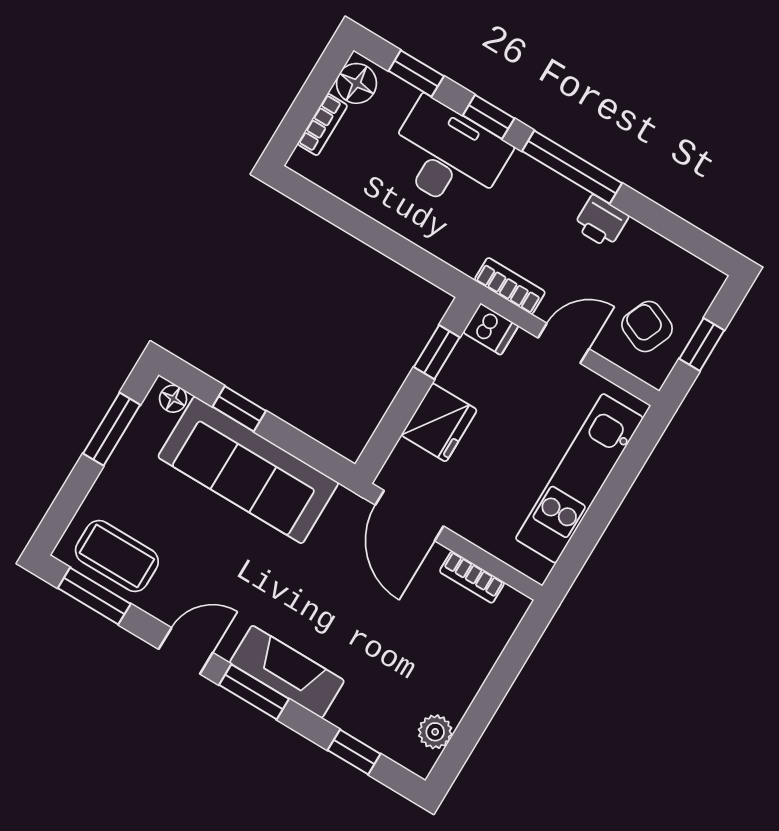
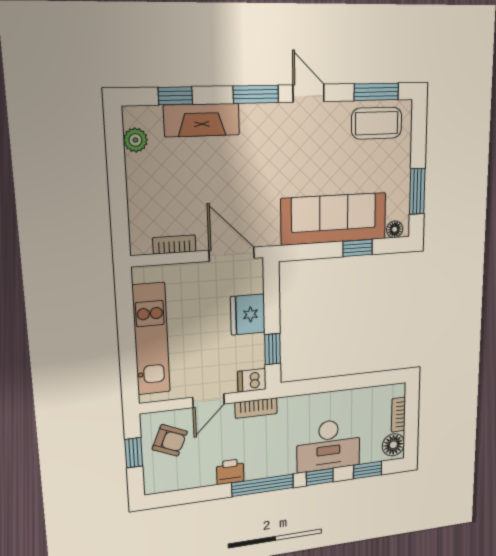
door: (186, 651) -> (309, 93), swing flipped
fireplace: (287, 672) -> (202, 120), moved

